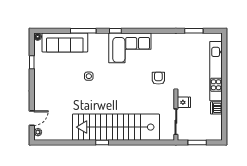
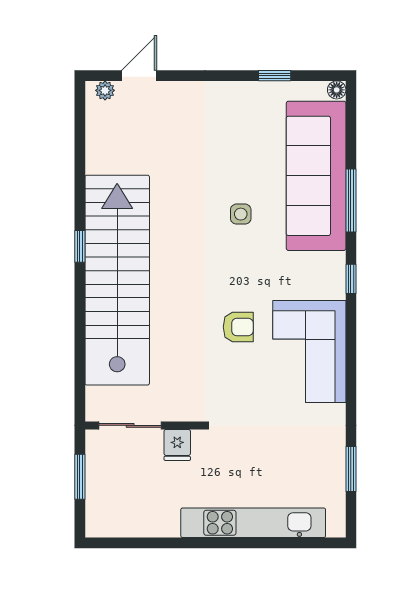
sofa: (65, 43) -> (316, 176), width x1.36, depth x1.27
corner sofa: (130, 48) -> (309, 351), moved
armchair: (158, 78) -> (238, 327), moved
dishwasher: (216, 108) -> (164, 524), removed
door: (32, 118) -> (139, 76), swing flipped

